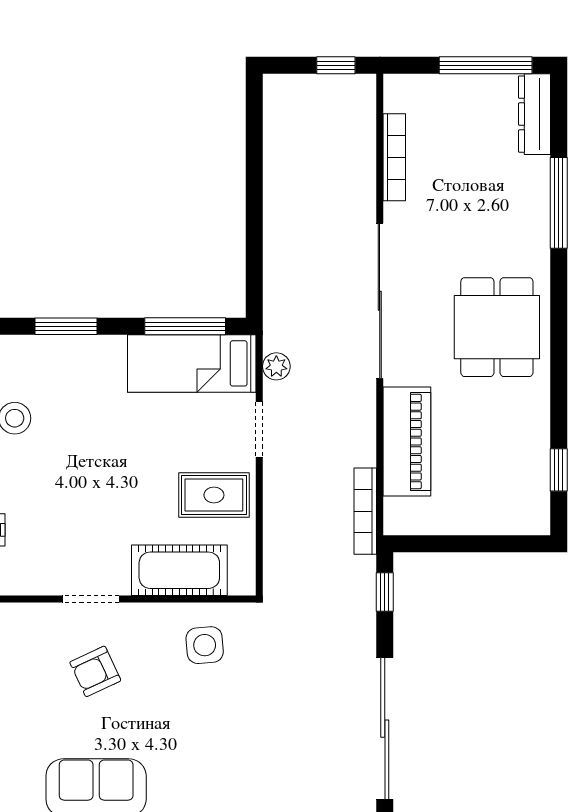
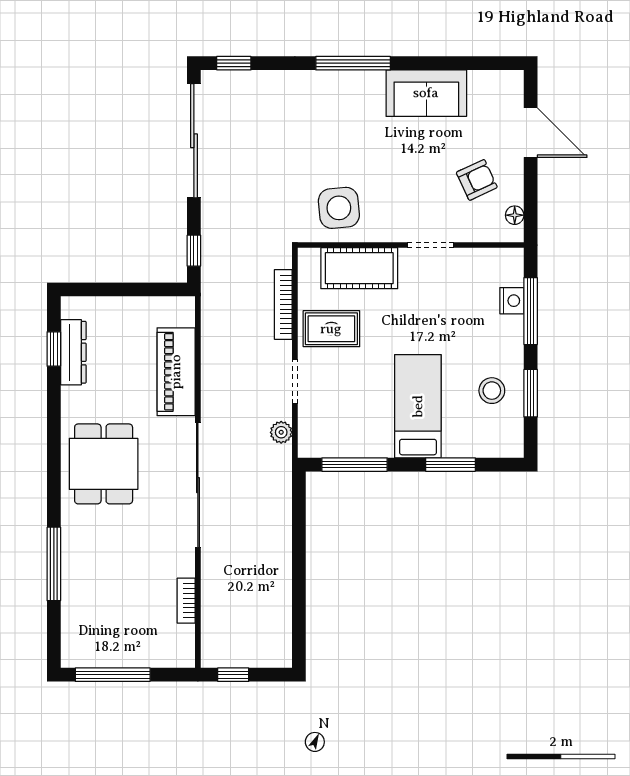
dresser: (535, 114) -> (73, 352), moved
bookcase: (394, 157) -> (186, 601), width x0.64
bed: (192, 363) -> (418, 406), moved, turned -90
bookcase: (365, 511) -> (283, 304), moved, turned 180
side table: (205, 645) -> (339, 208), width x1.37, depth x1.37
armchair: (95, 671) -> (477, 180), moved

